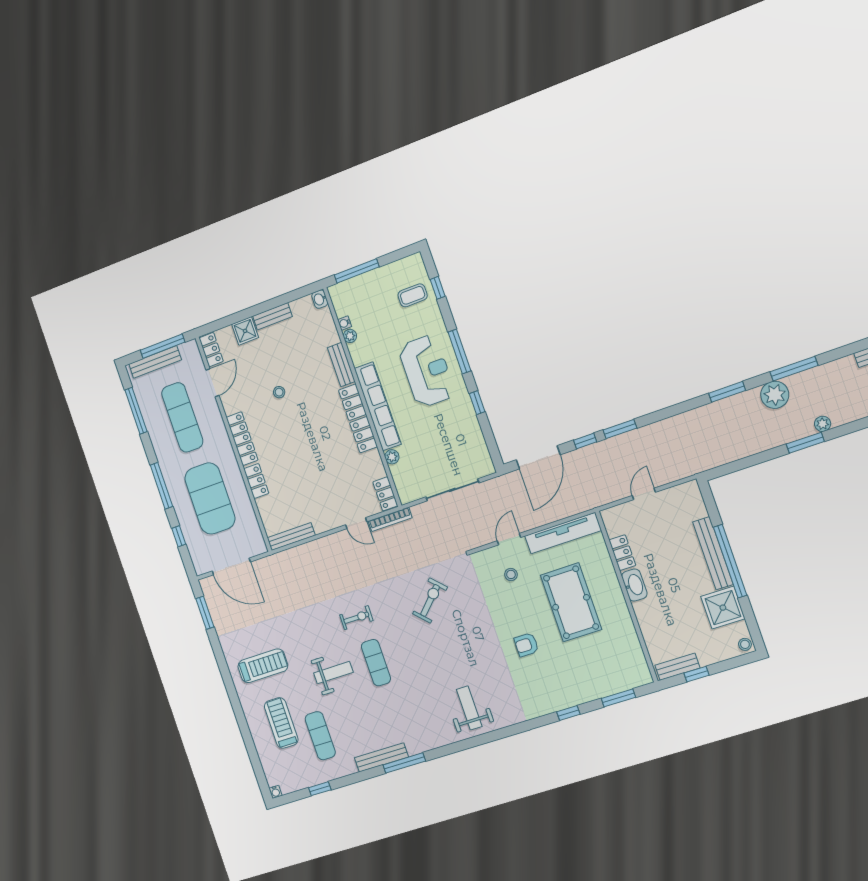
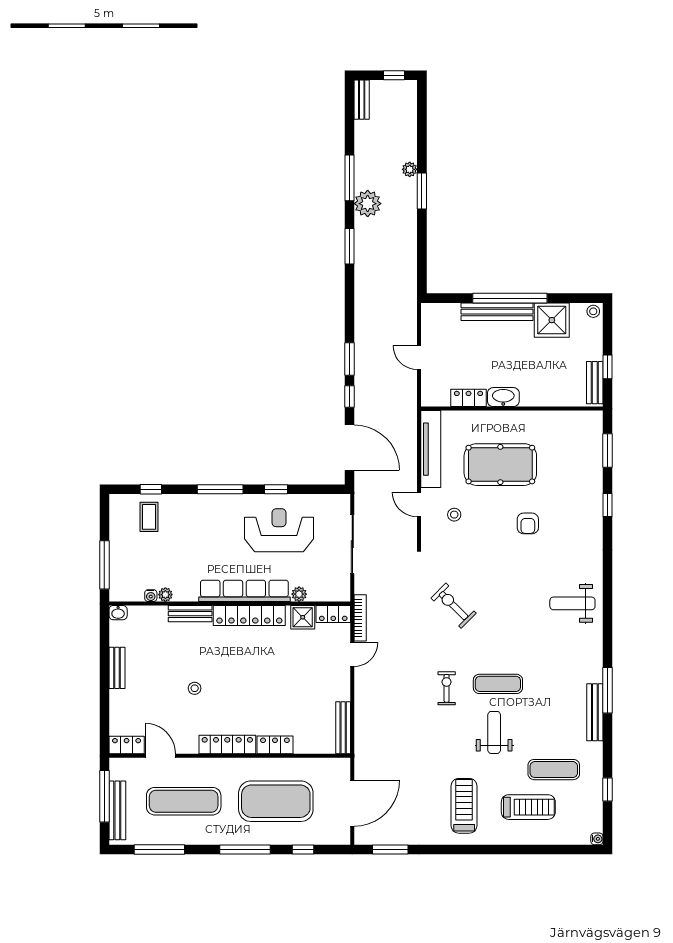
shower: (245, 331) -> (303, 617), moved
reception desk: (427, 371) -> (279, 530), moved
treadmill: (281, 723) -> (528, 807), turned 180

